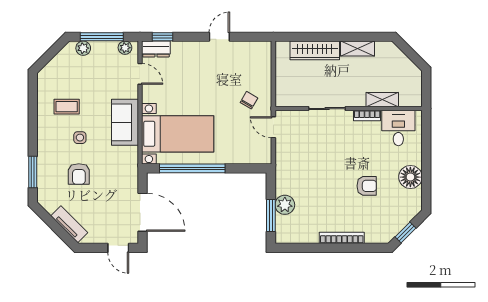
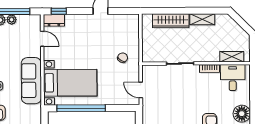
plant: (125, 48) -> (12, 20), moved
shelving: (382, 100) -> (232, 57), moved
sofa: (125, 122) -> (31, 81), width x1.36
door: (273, 127) -> (141, 90), moved

